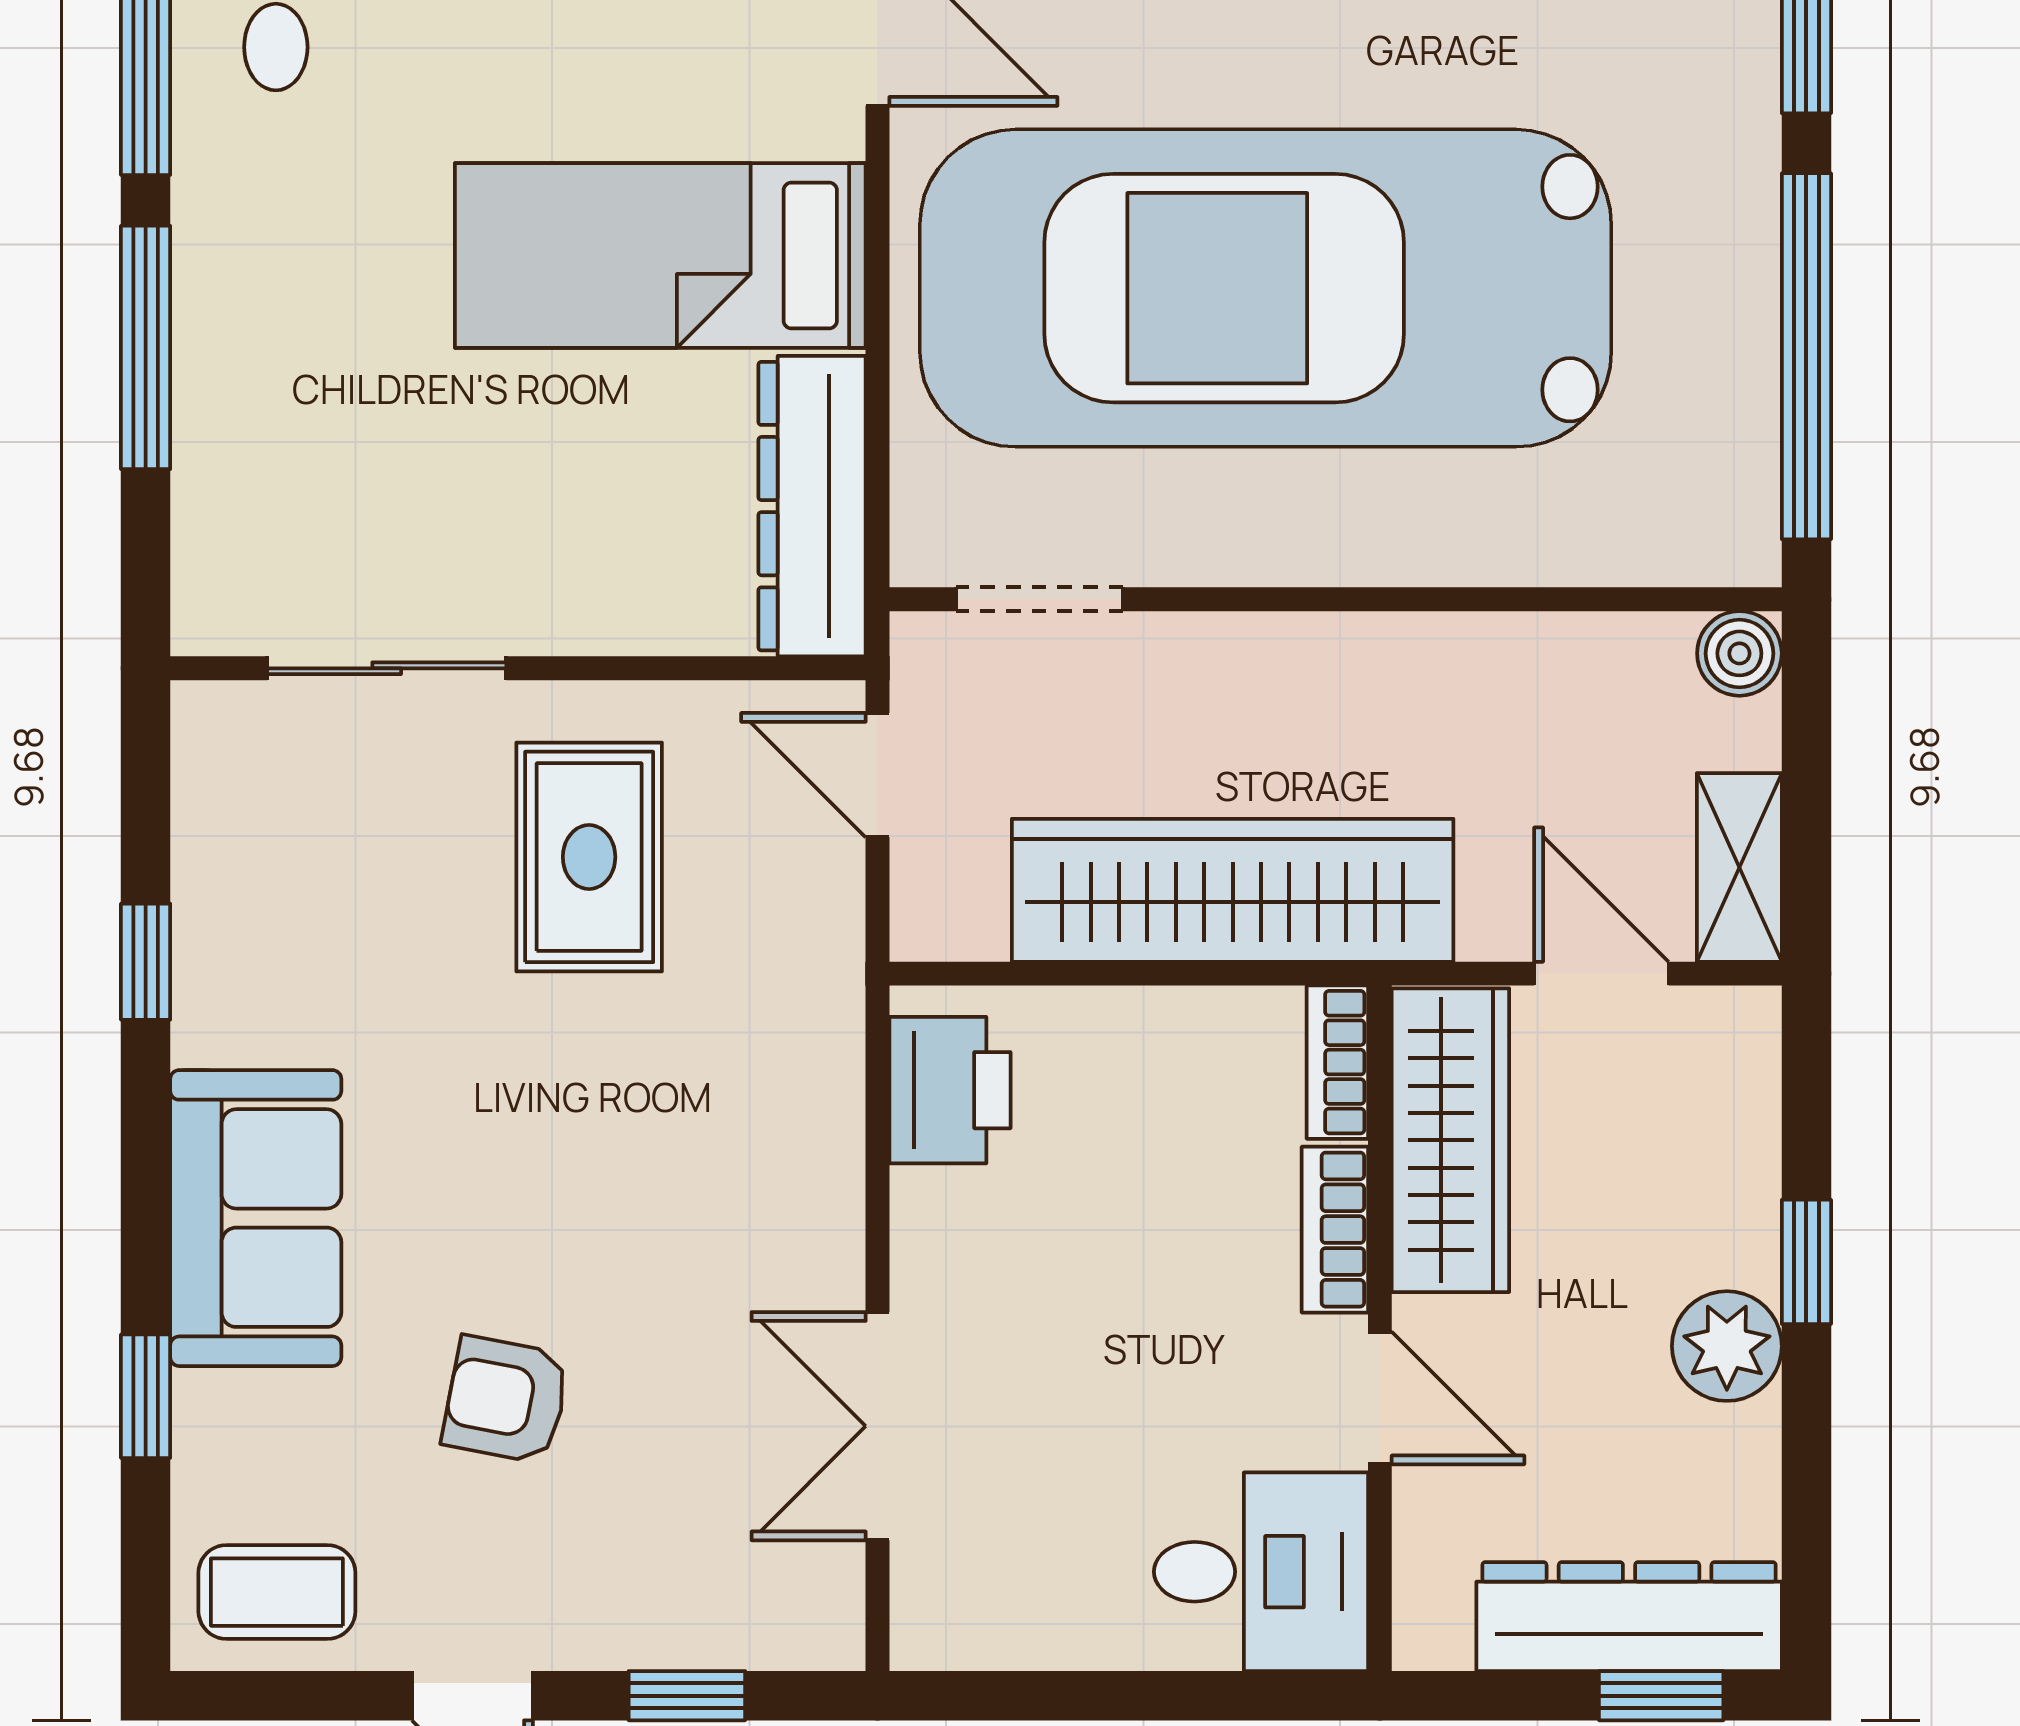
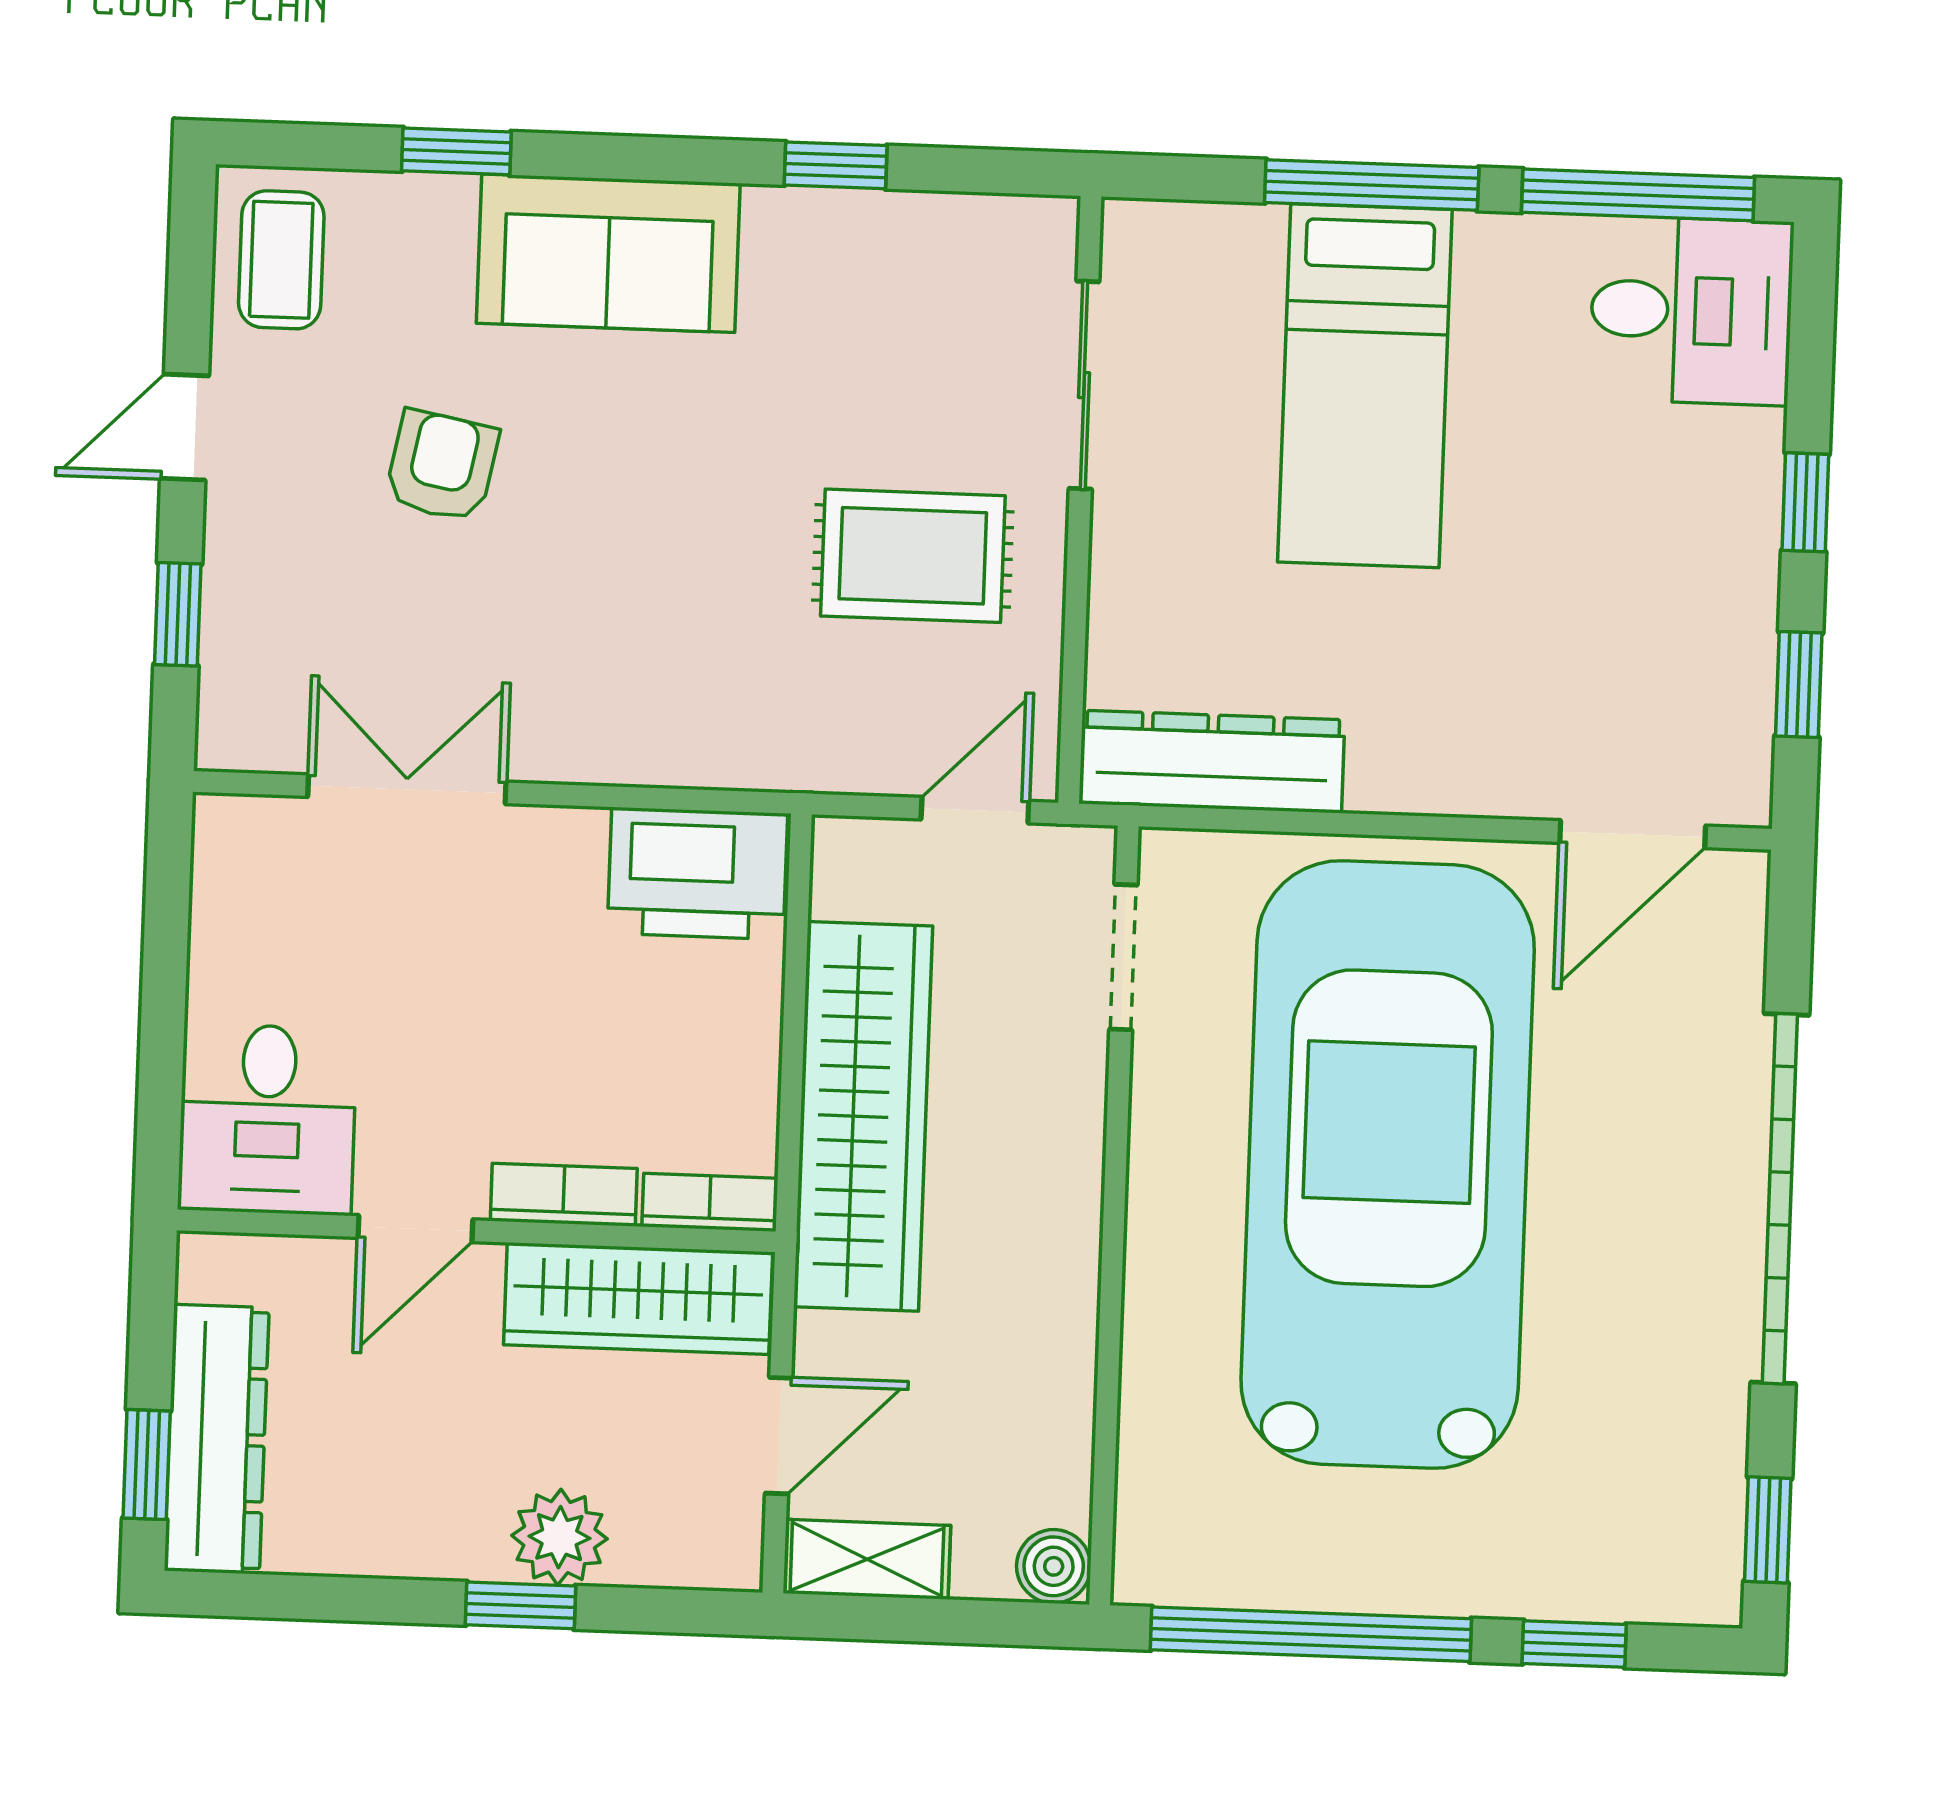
bed: (660, 256) -> (1365, 386), moved, turned 180
printer: (950, 1090) -> (697, 873), width x1.37, depth x1.19
plant: (1727, 1346) -> (559, 1537), moved

